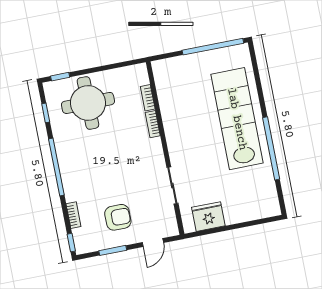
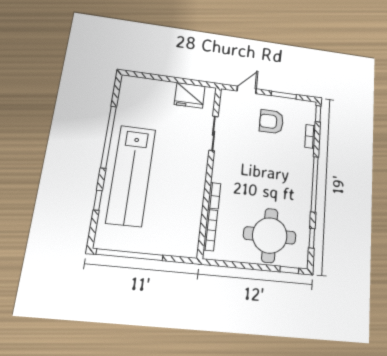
window: (259, 86) -> (98, 200), added
bookcase: (148, 98) -> (210, 230), width x1.56

